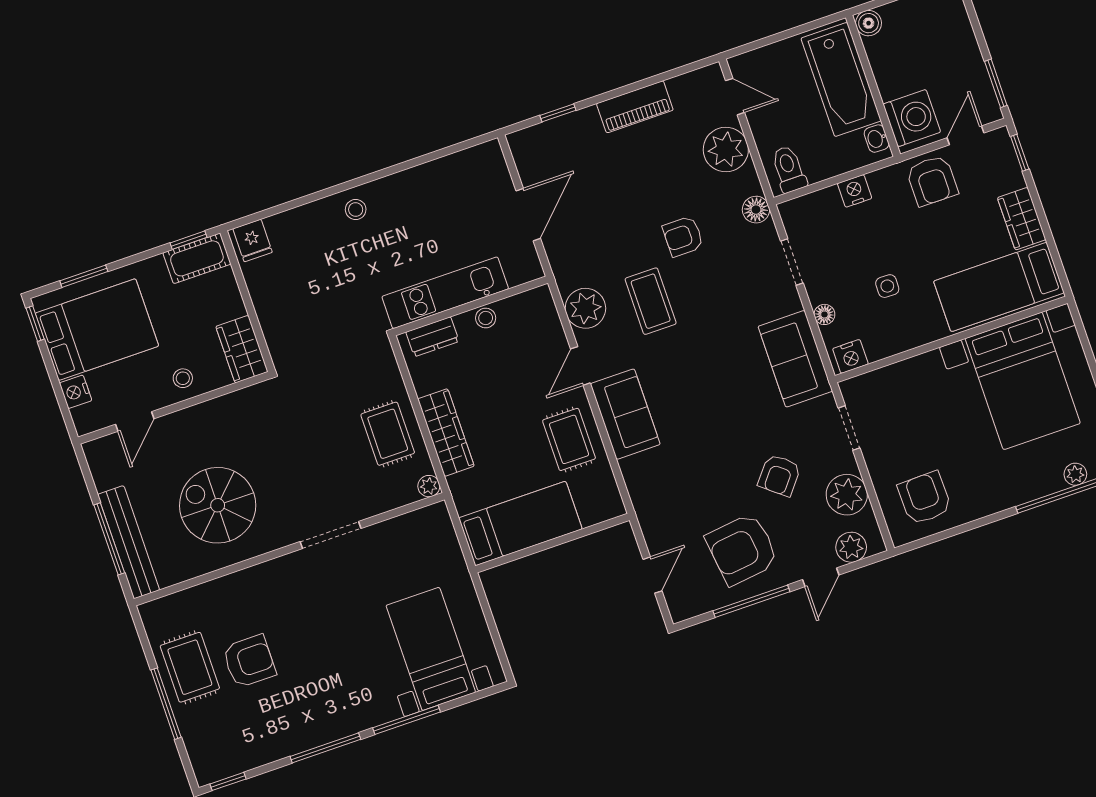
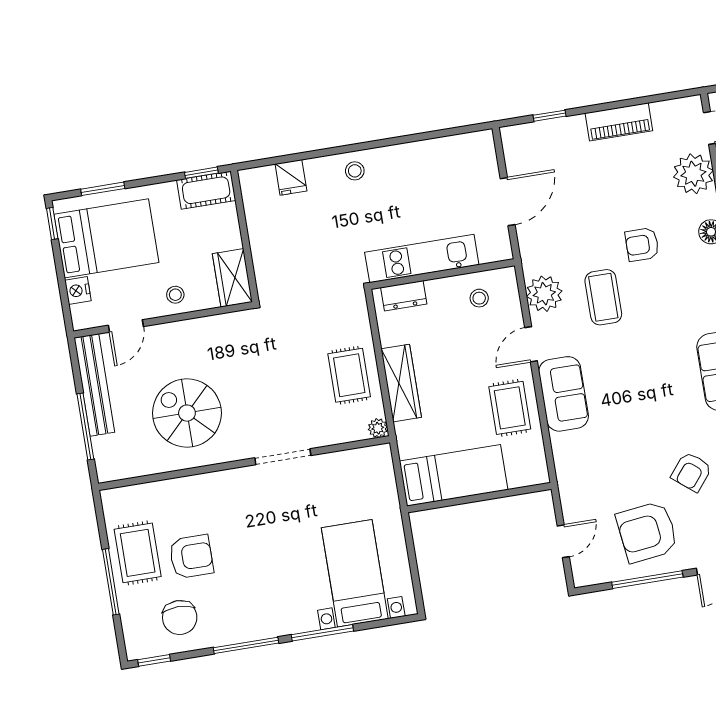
fridge: (253, 240) -> (291, 177), moved
stool: (486, 318) -> (479, 298), moved
bench: (129, 542) -> (94, 385), moved
chair: (248, 730) -> (180, 617), added

